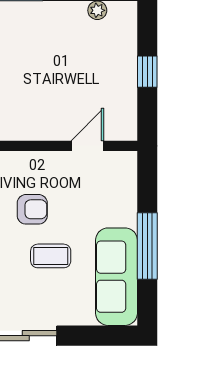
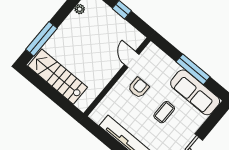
armchair: (32, 209) -> (139, 88), moved

